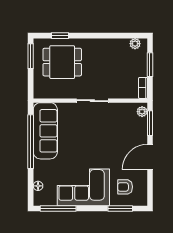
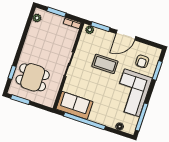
dining table: (62, 62) -> (33, 77), turned 90
sofa: (45, 131) -> (74, 105), width x0.73
coffee table: (107, 143) -> (105, 64), added
door: (150, 157) -> (126, 35), hinge flipped

